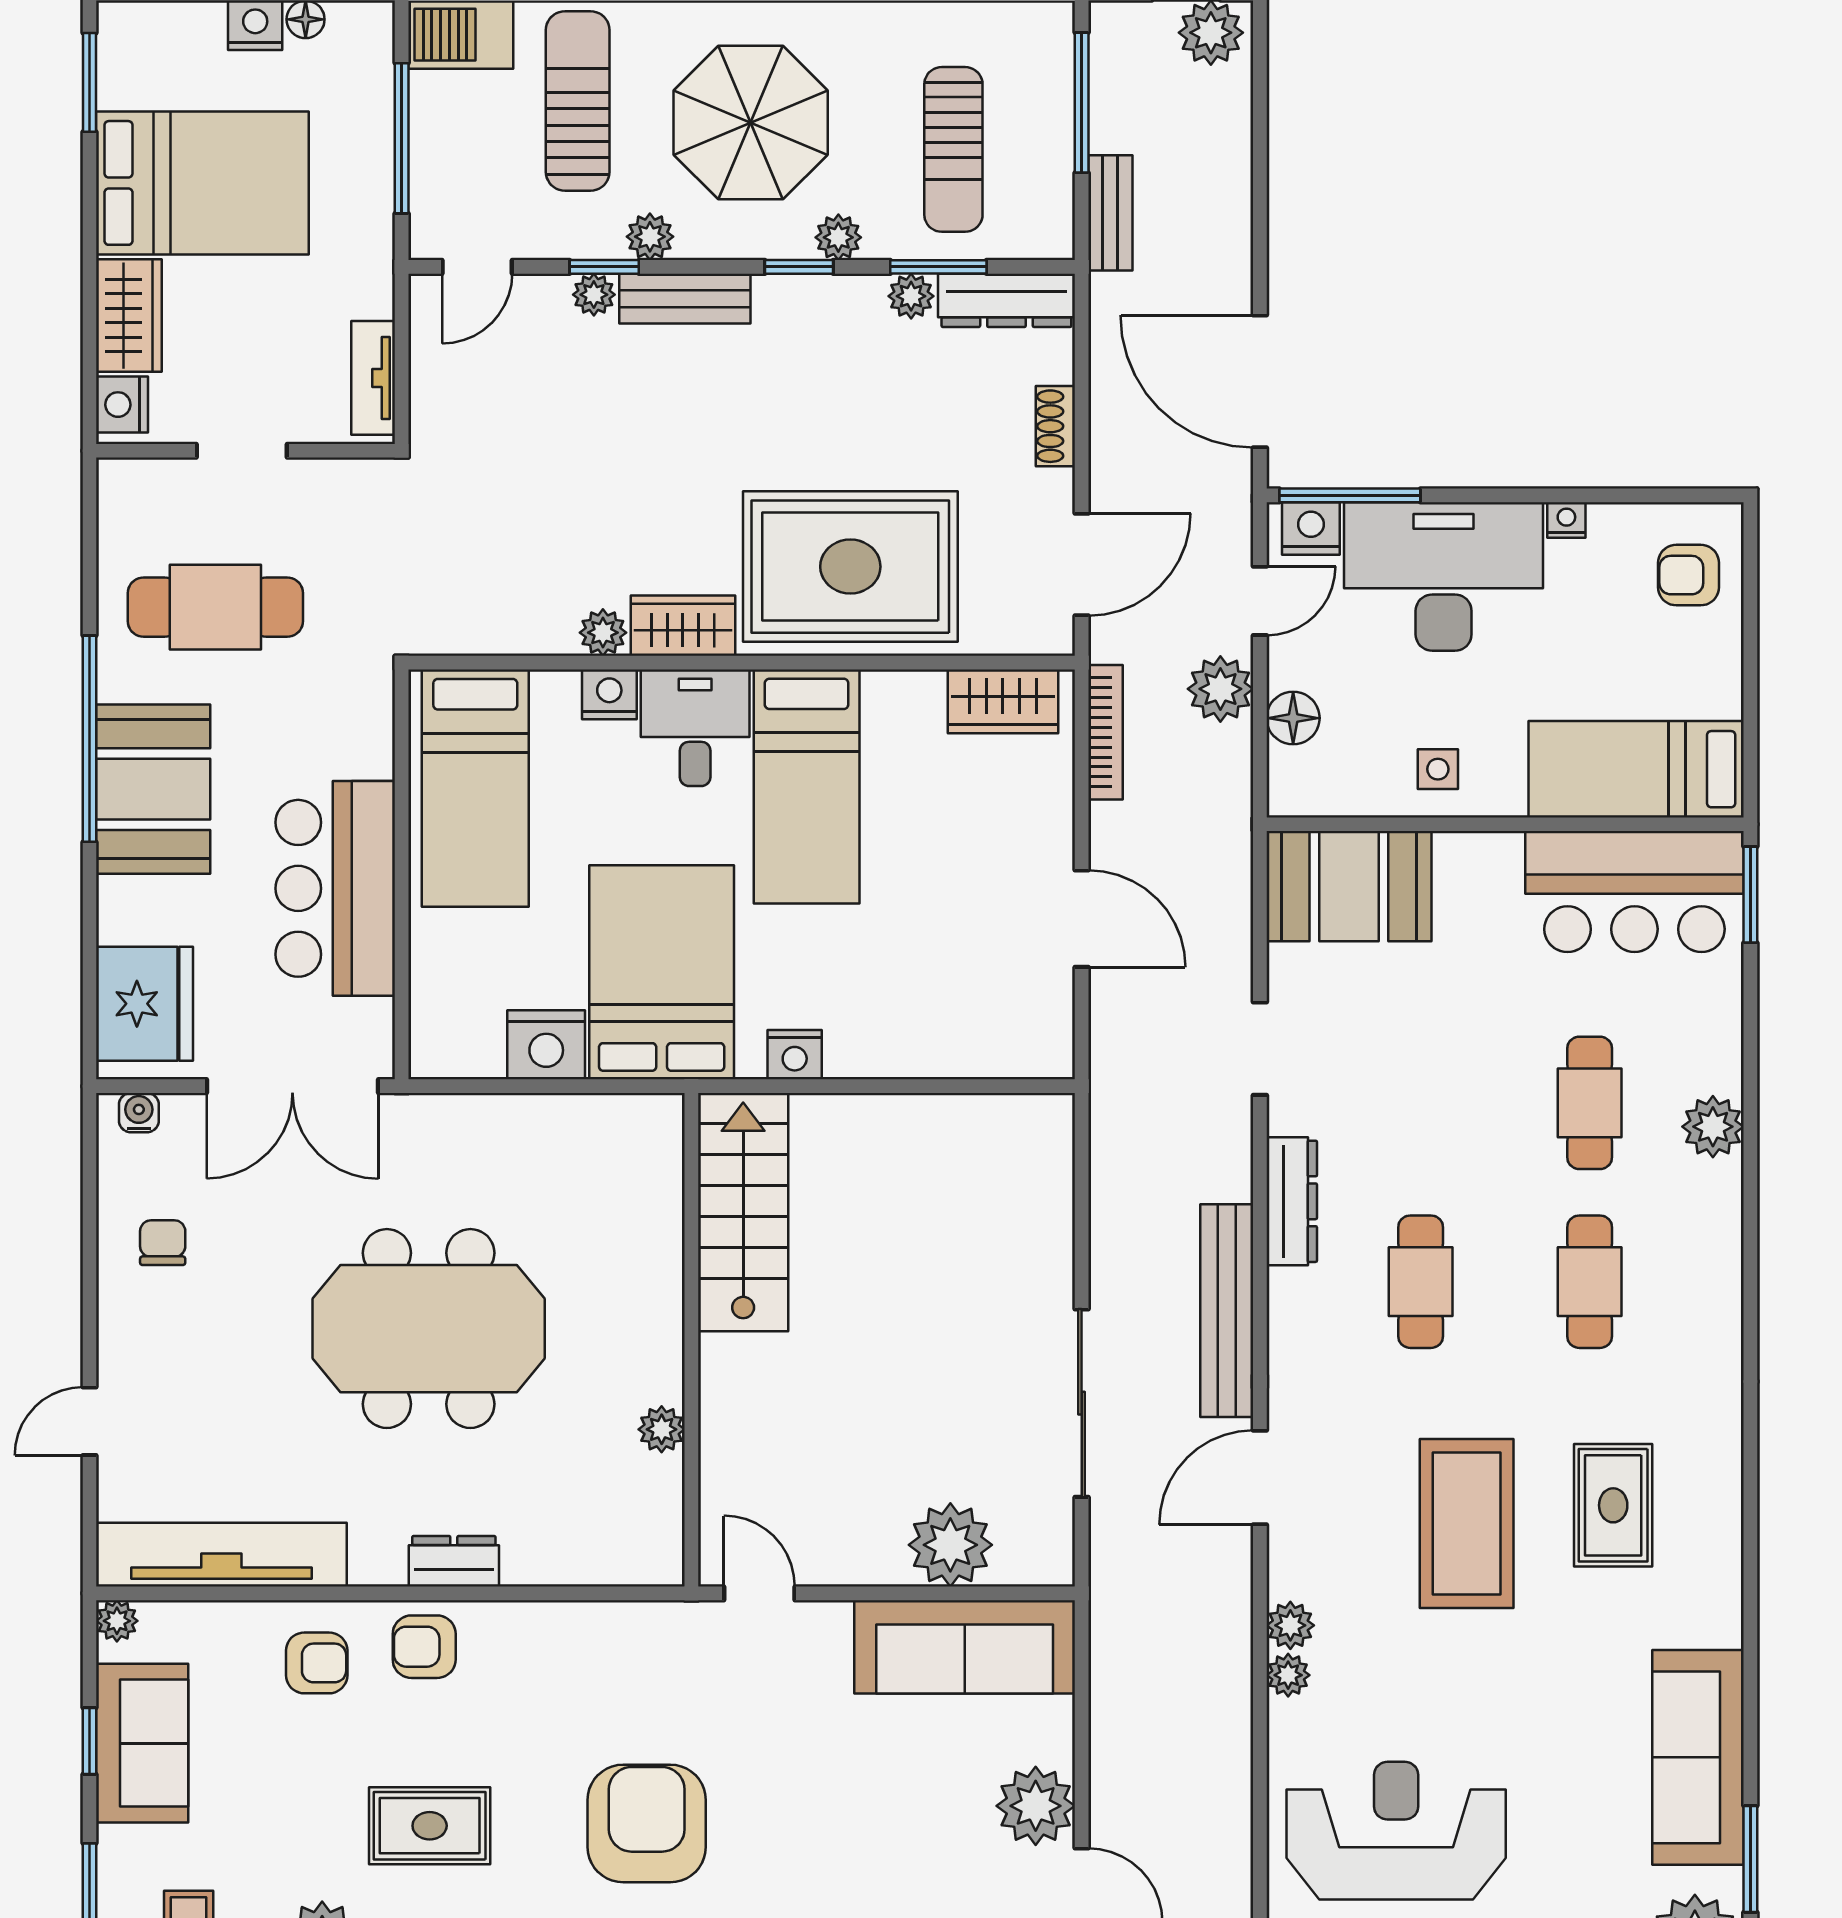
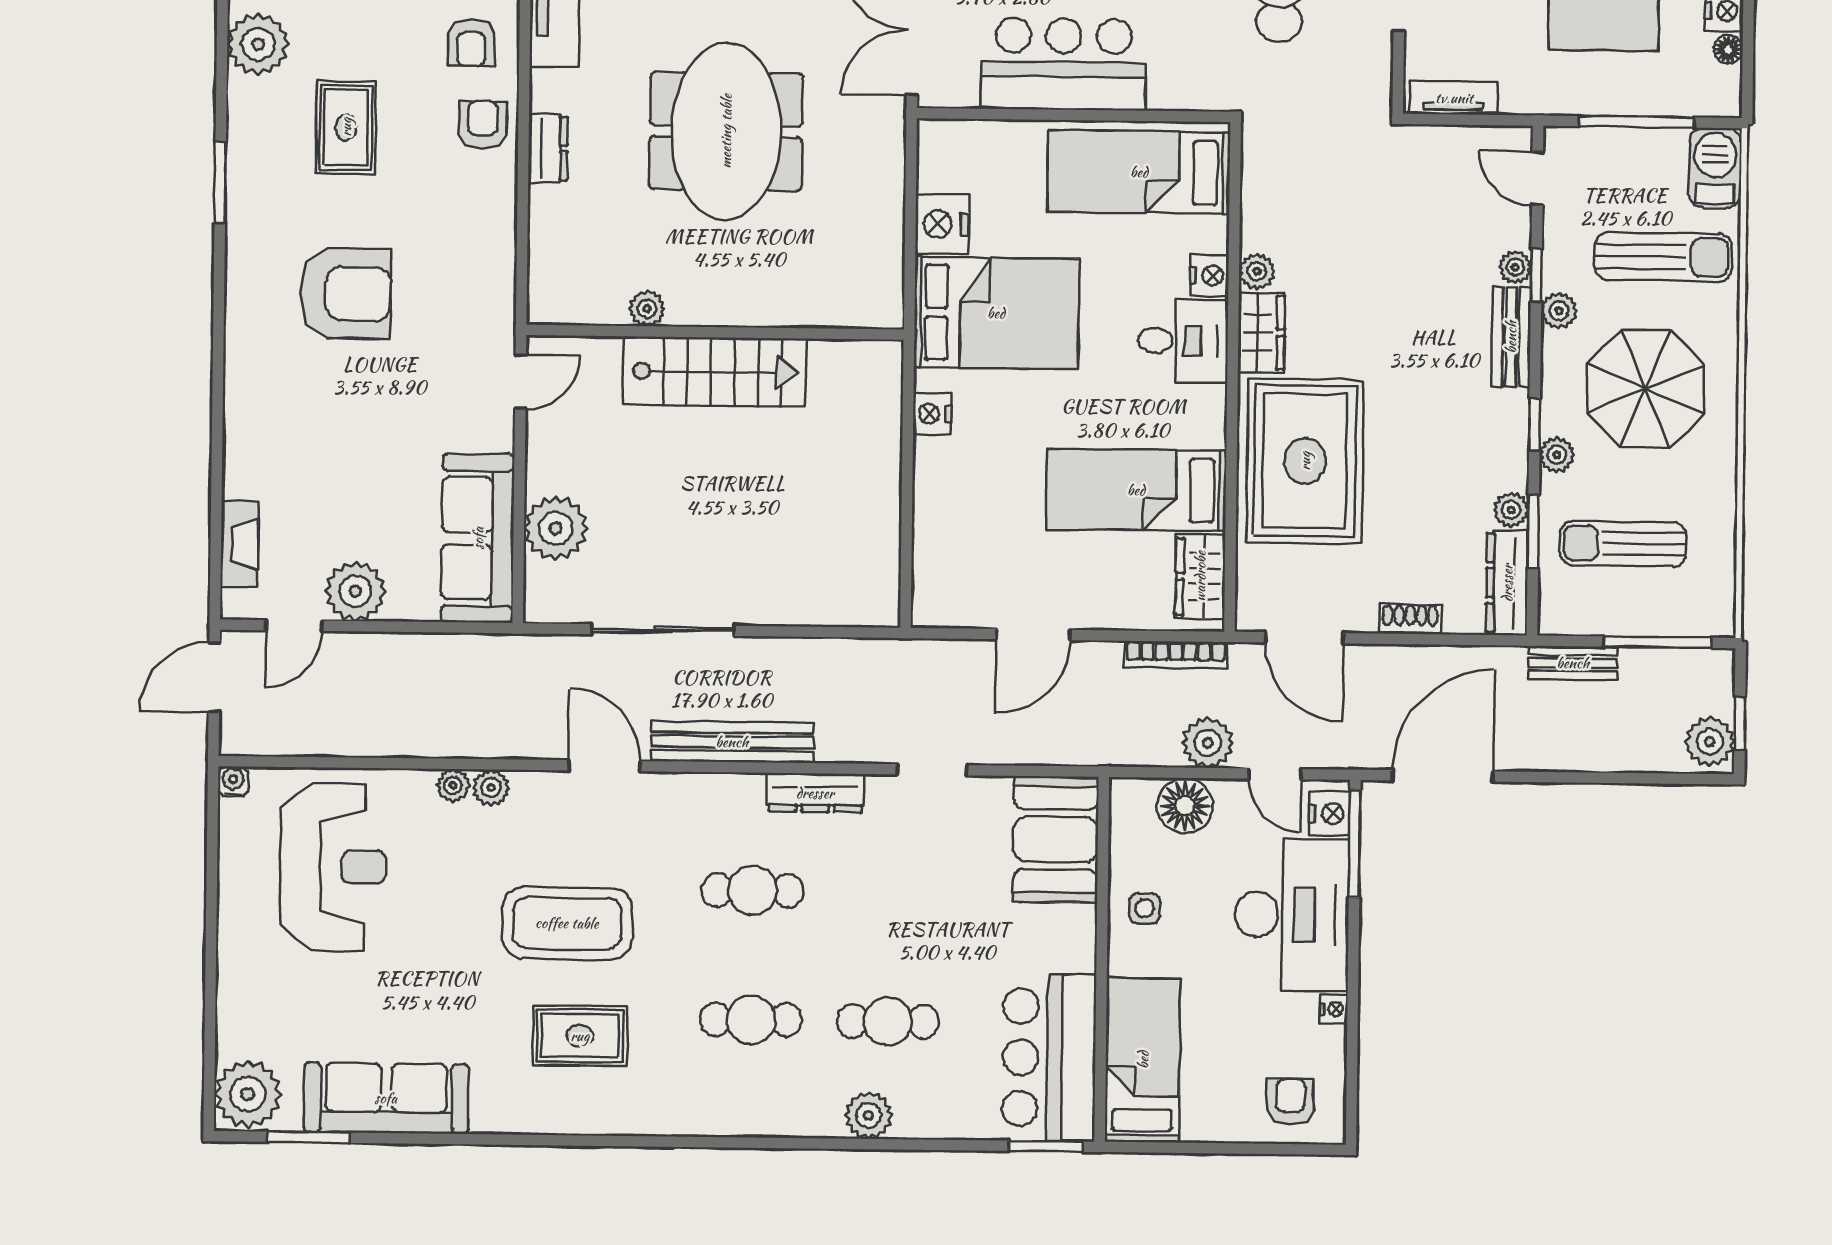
floor lamp: (1293, 718) -> (1185, 806), width x1.38, depth x1.38
bed: (807, 786) -> (1136, 490), moved
stairs: (743, 1212) -> (714, 372), moved

